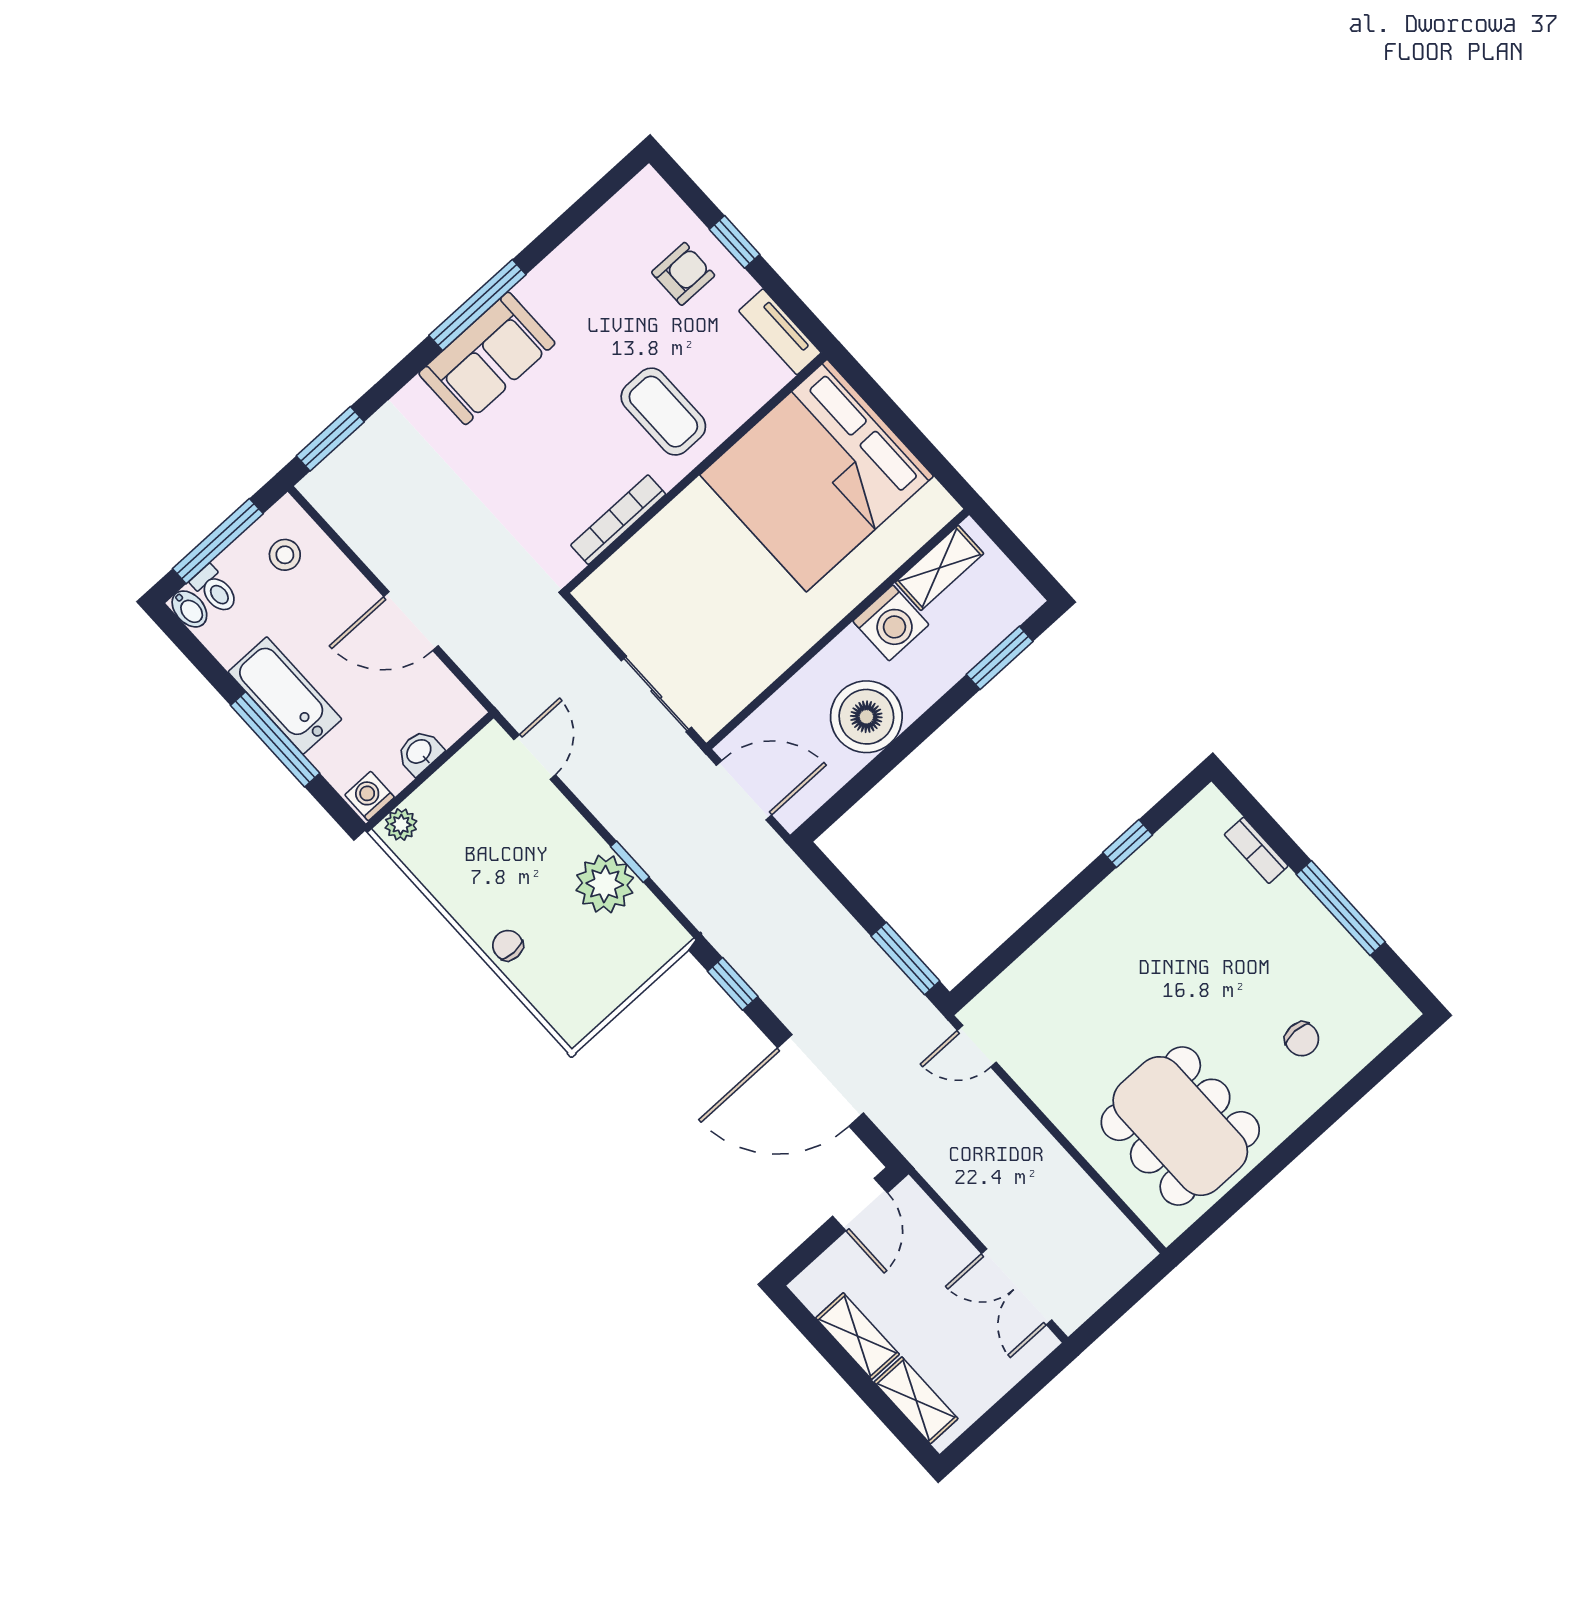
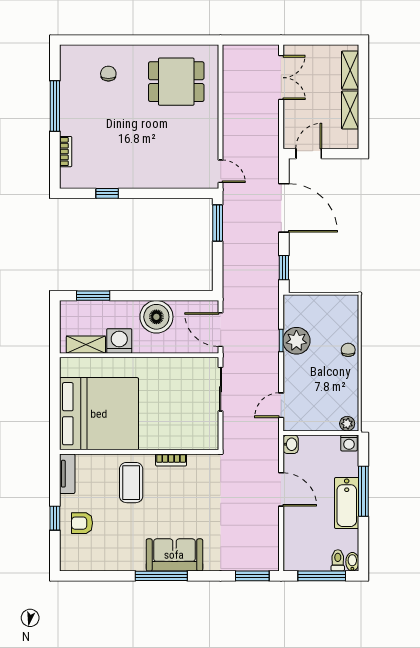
bookcase: (618, 520) -> (171, 460), width x0.64
stool: (285, 555) -> (303, 551), removed
washbasin: (420, 752) -> (291, 444), moved, turned -90
chair: (508, 945) -> (348, 350), turned 180
dining table: (1180, 1126) -> (176, 82), width x0.73

